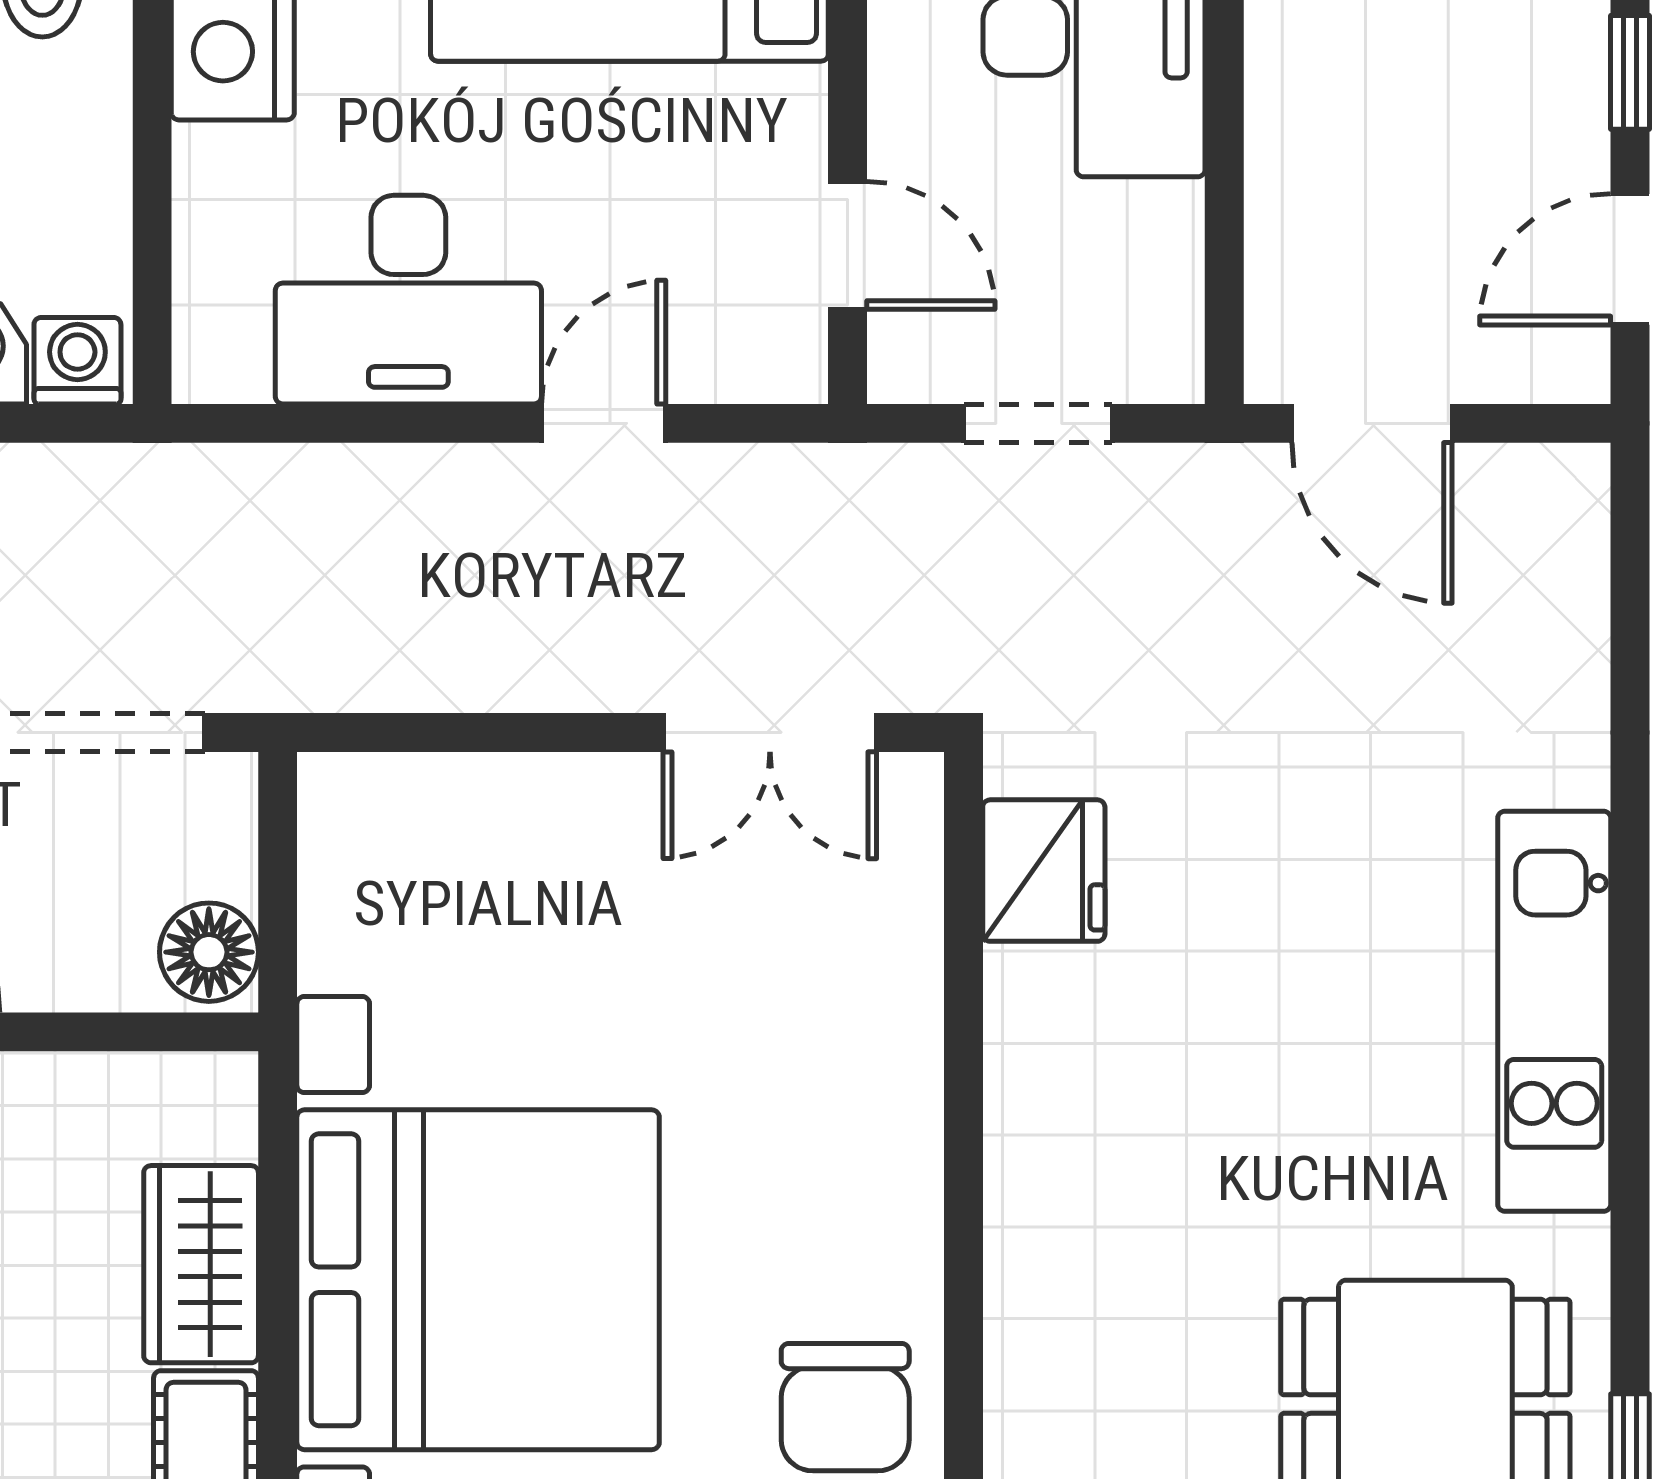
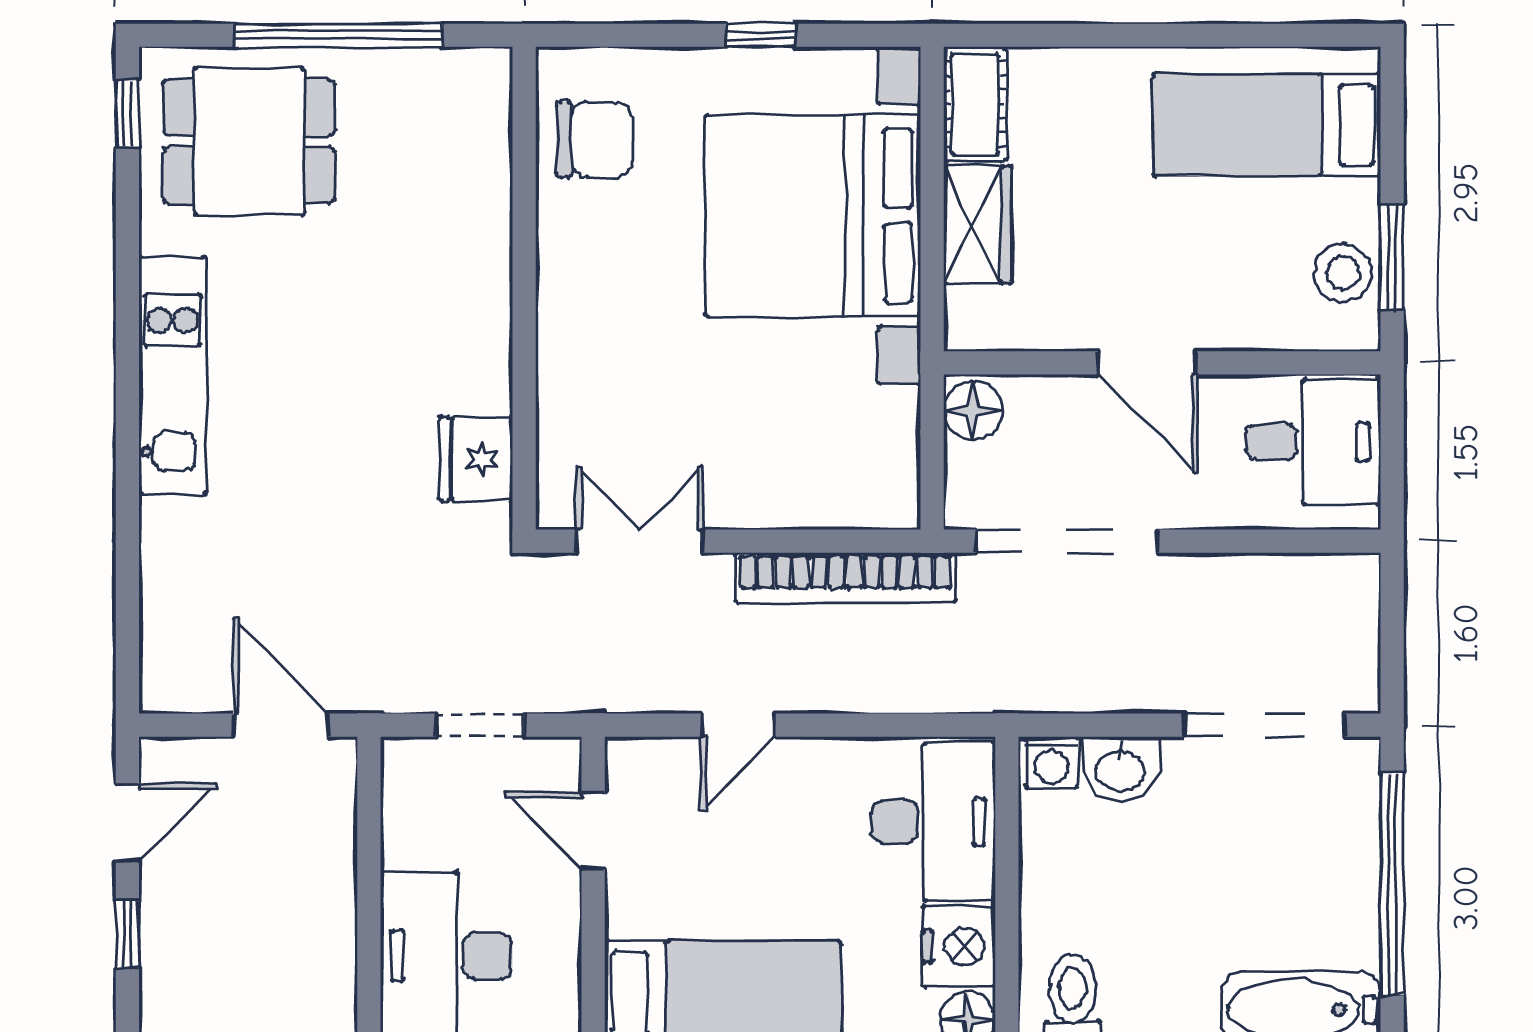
desk: (408, 300) -> (933, 822), moved, turned 90
bookcase: (424, 671) -> (845, 578), added
chair: (845, 1407) -> (594, 140), turned 90

